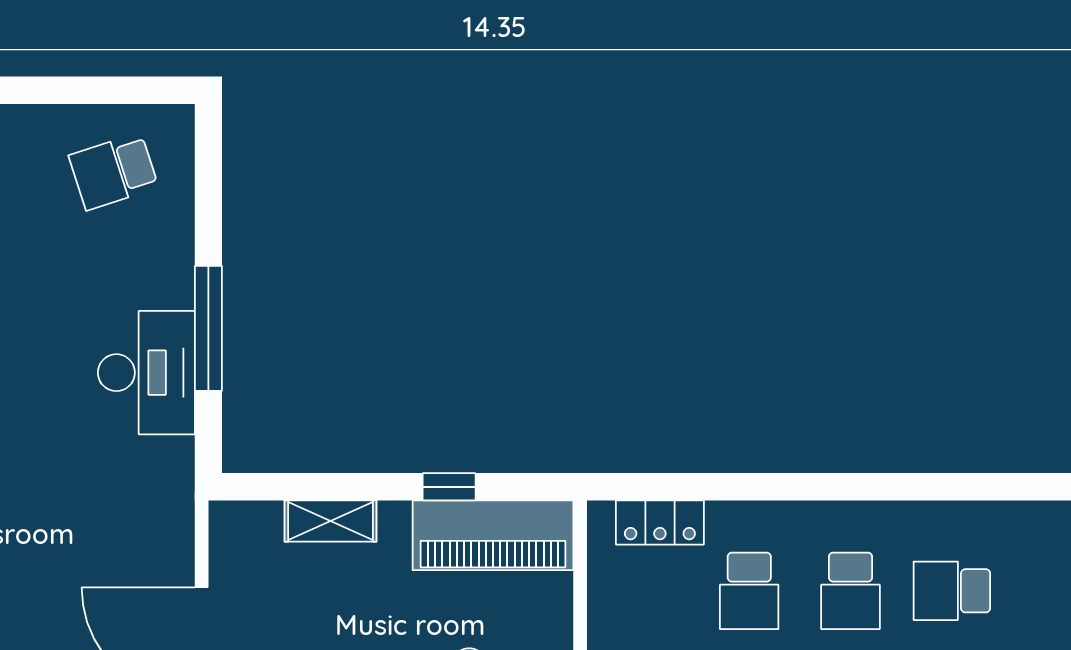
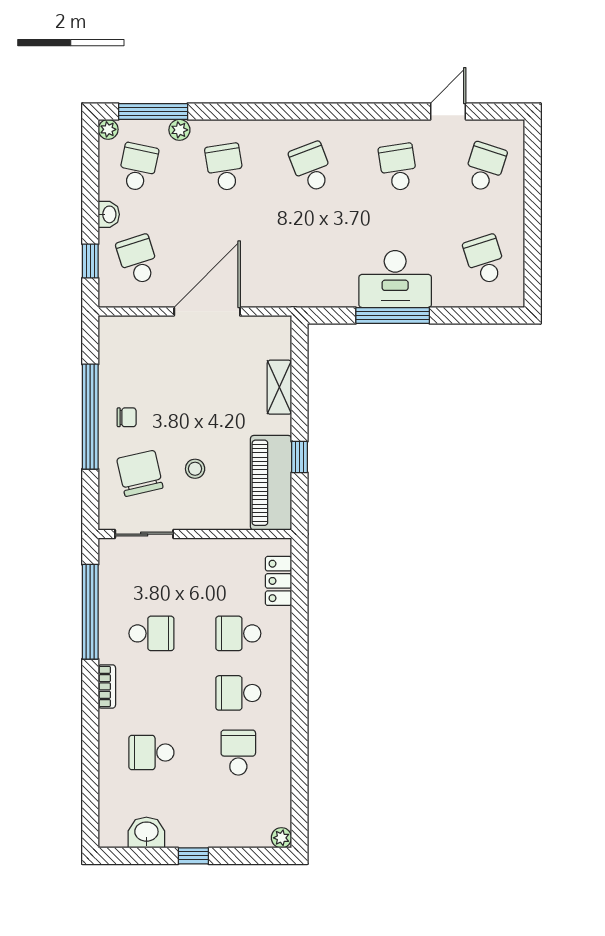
desk: (146, 373) -> (395, 279), moved

